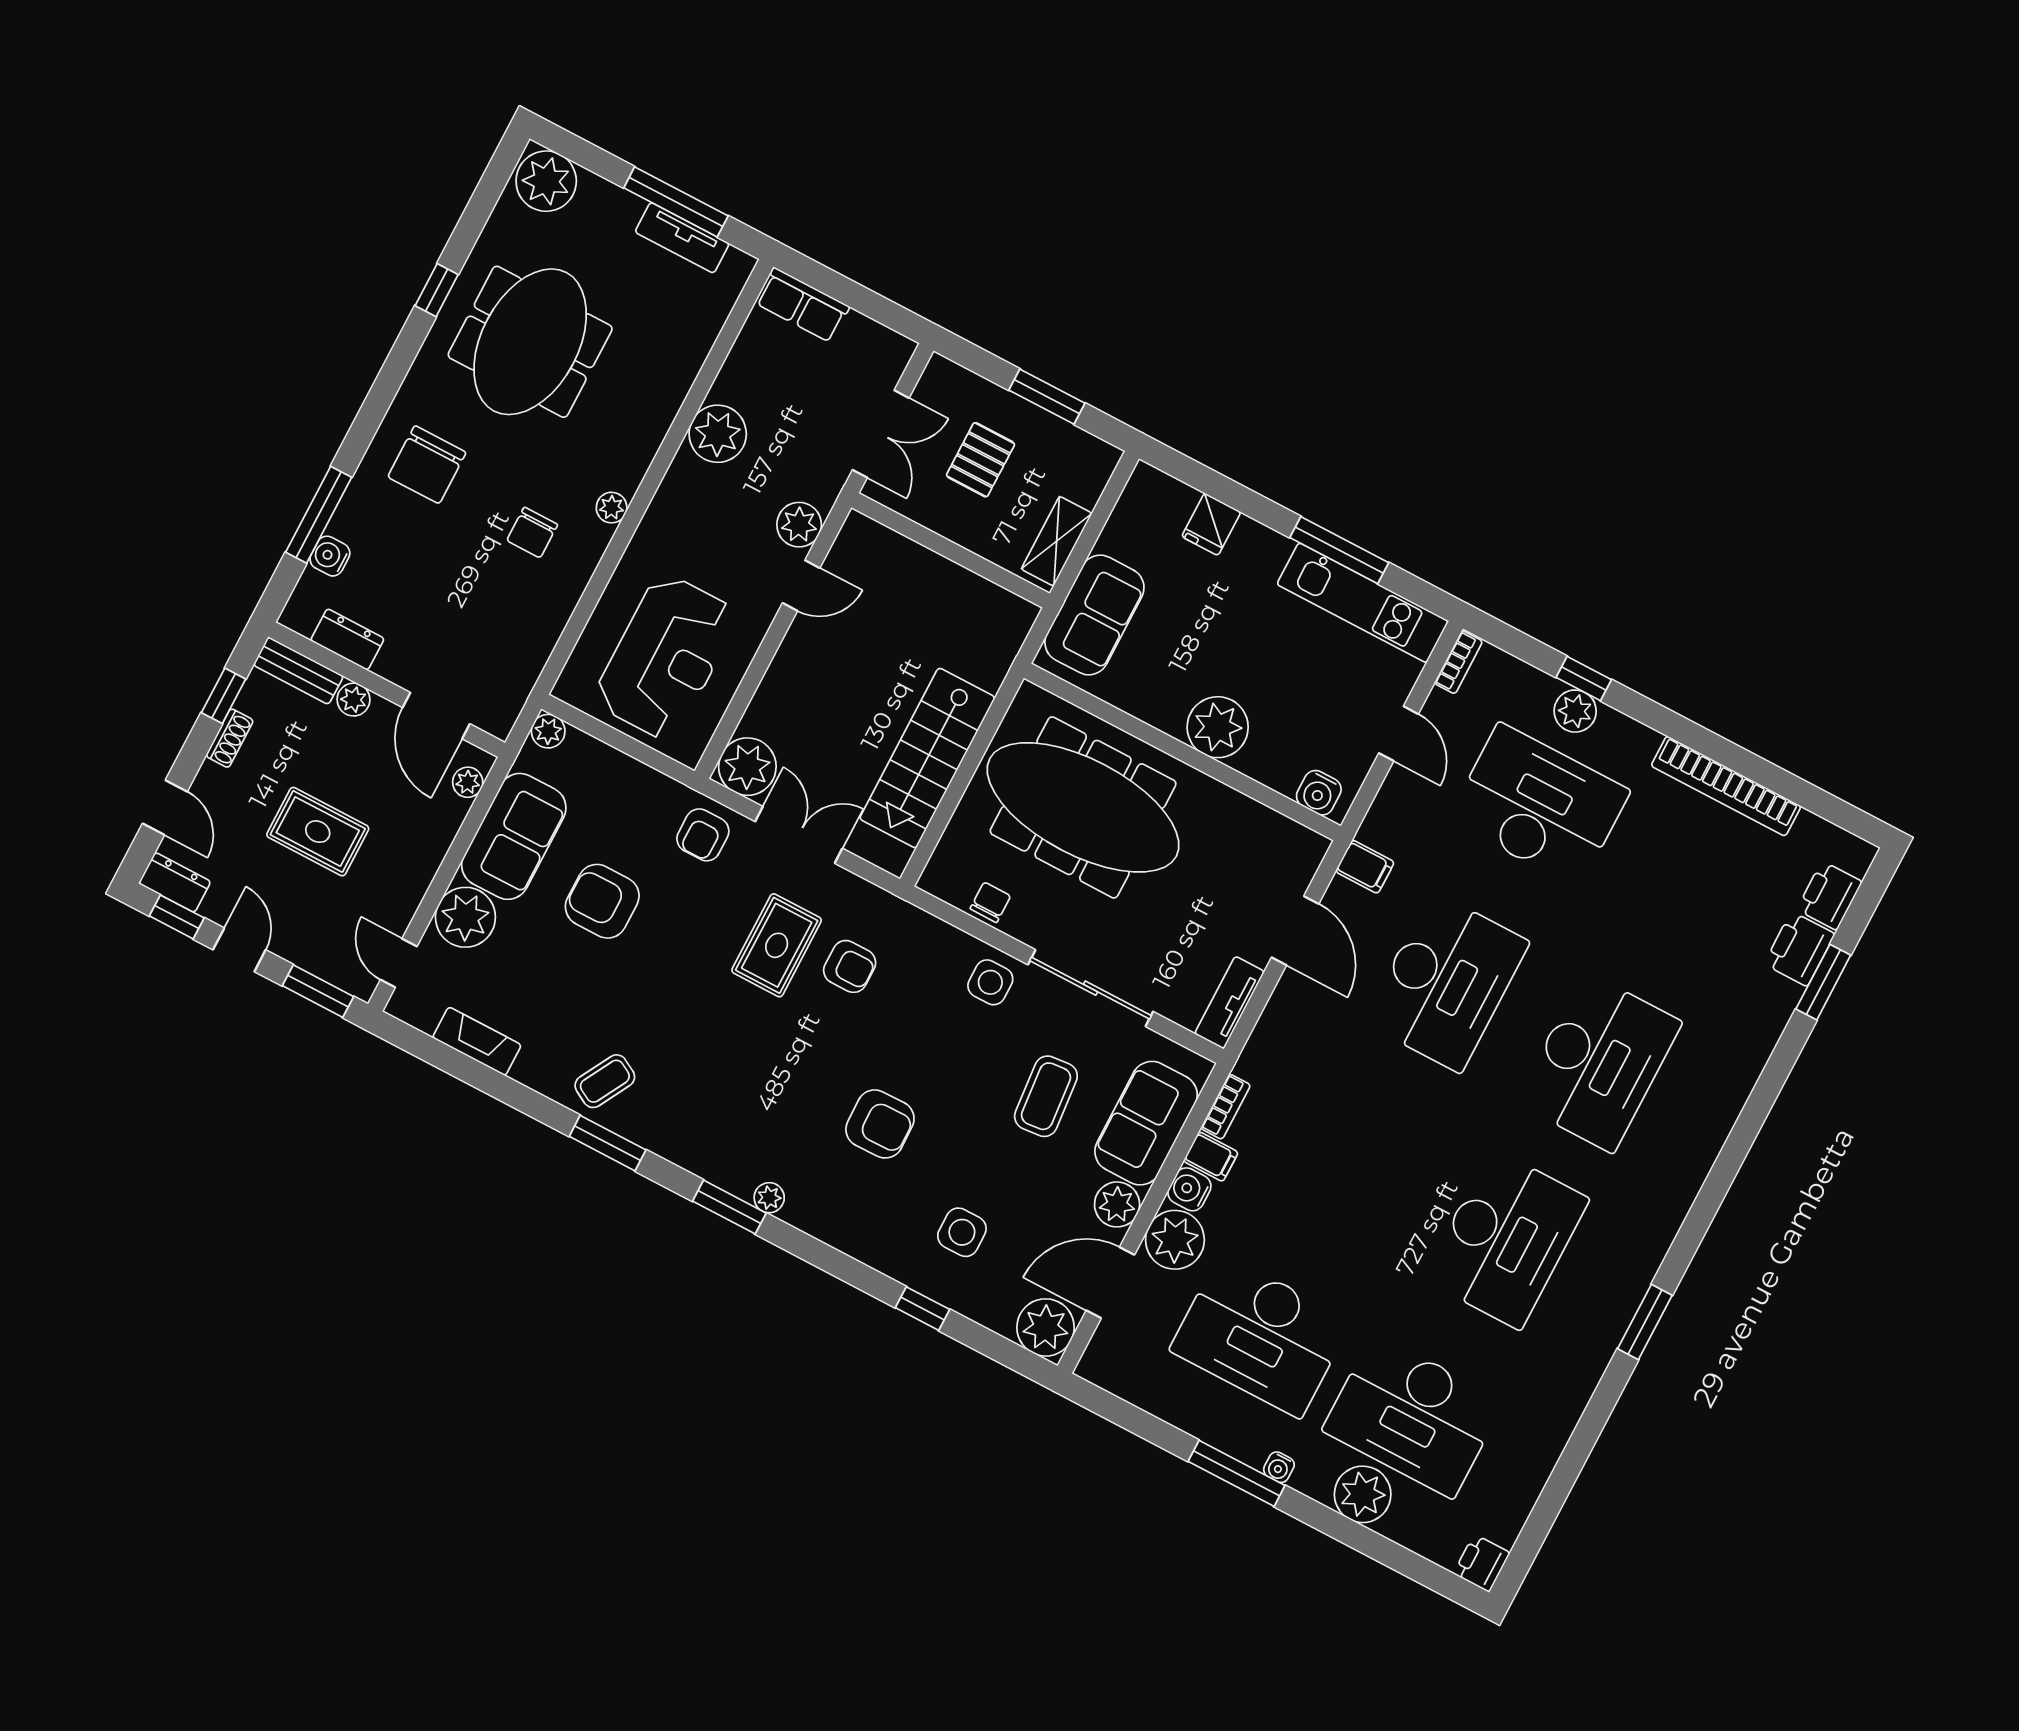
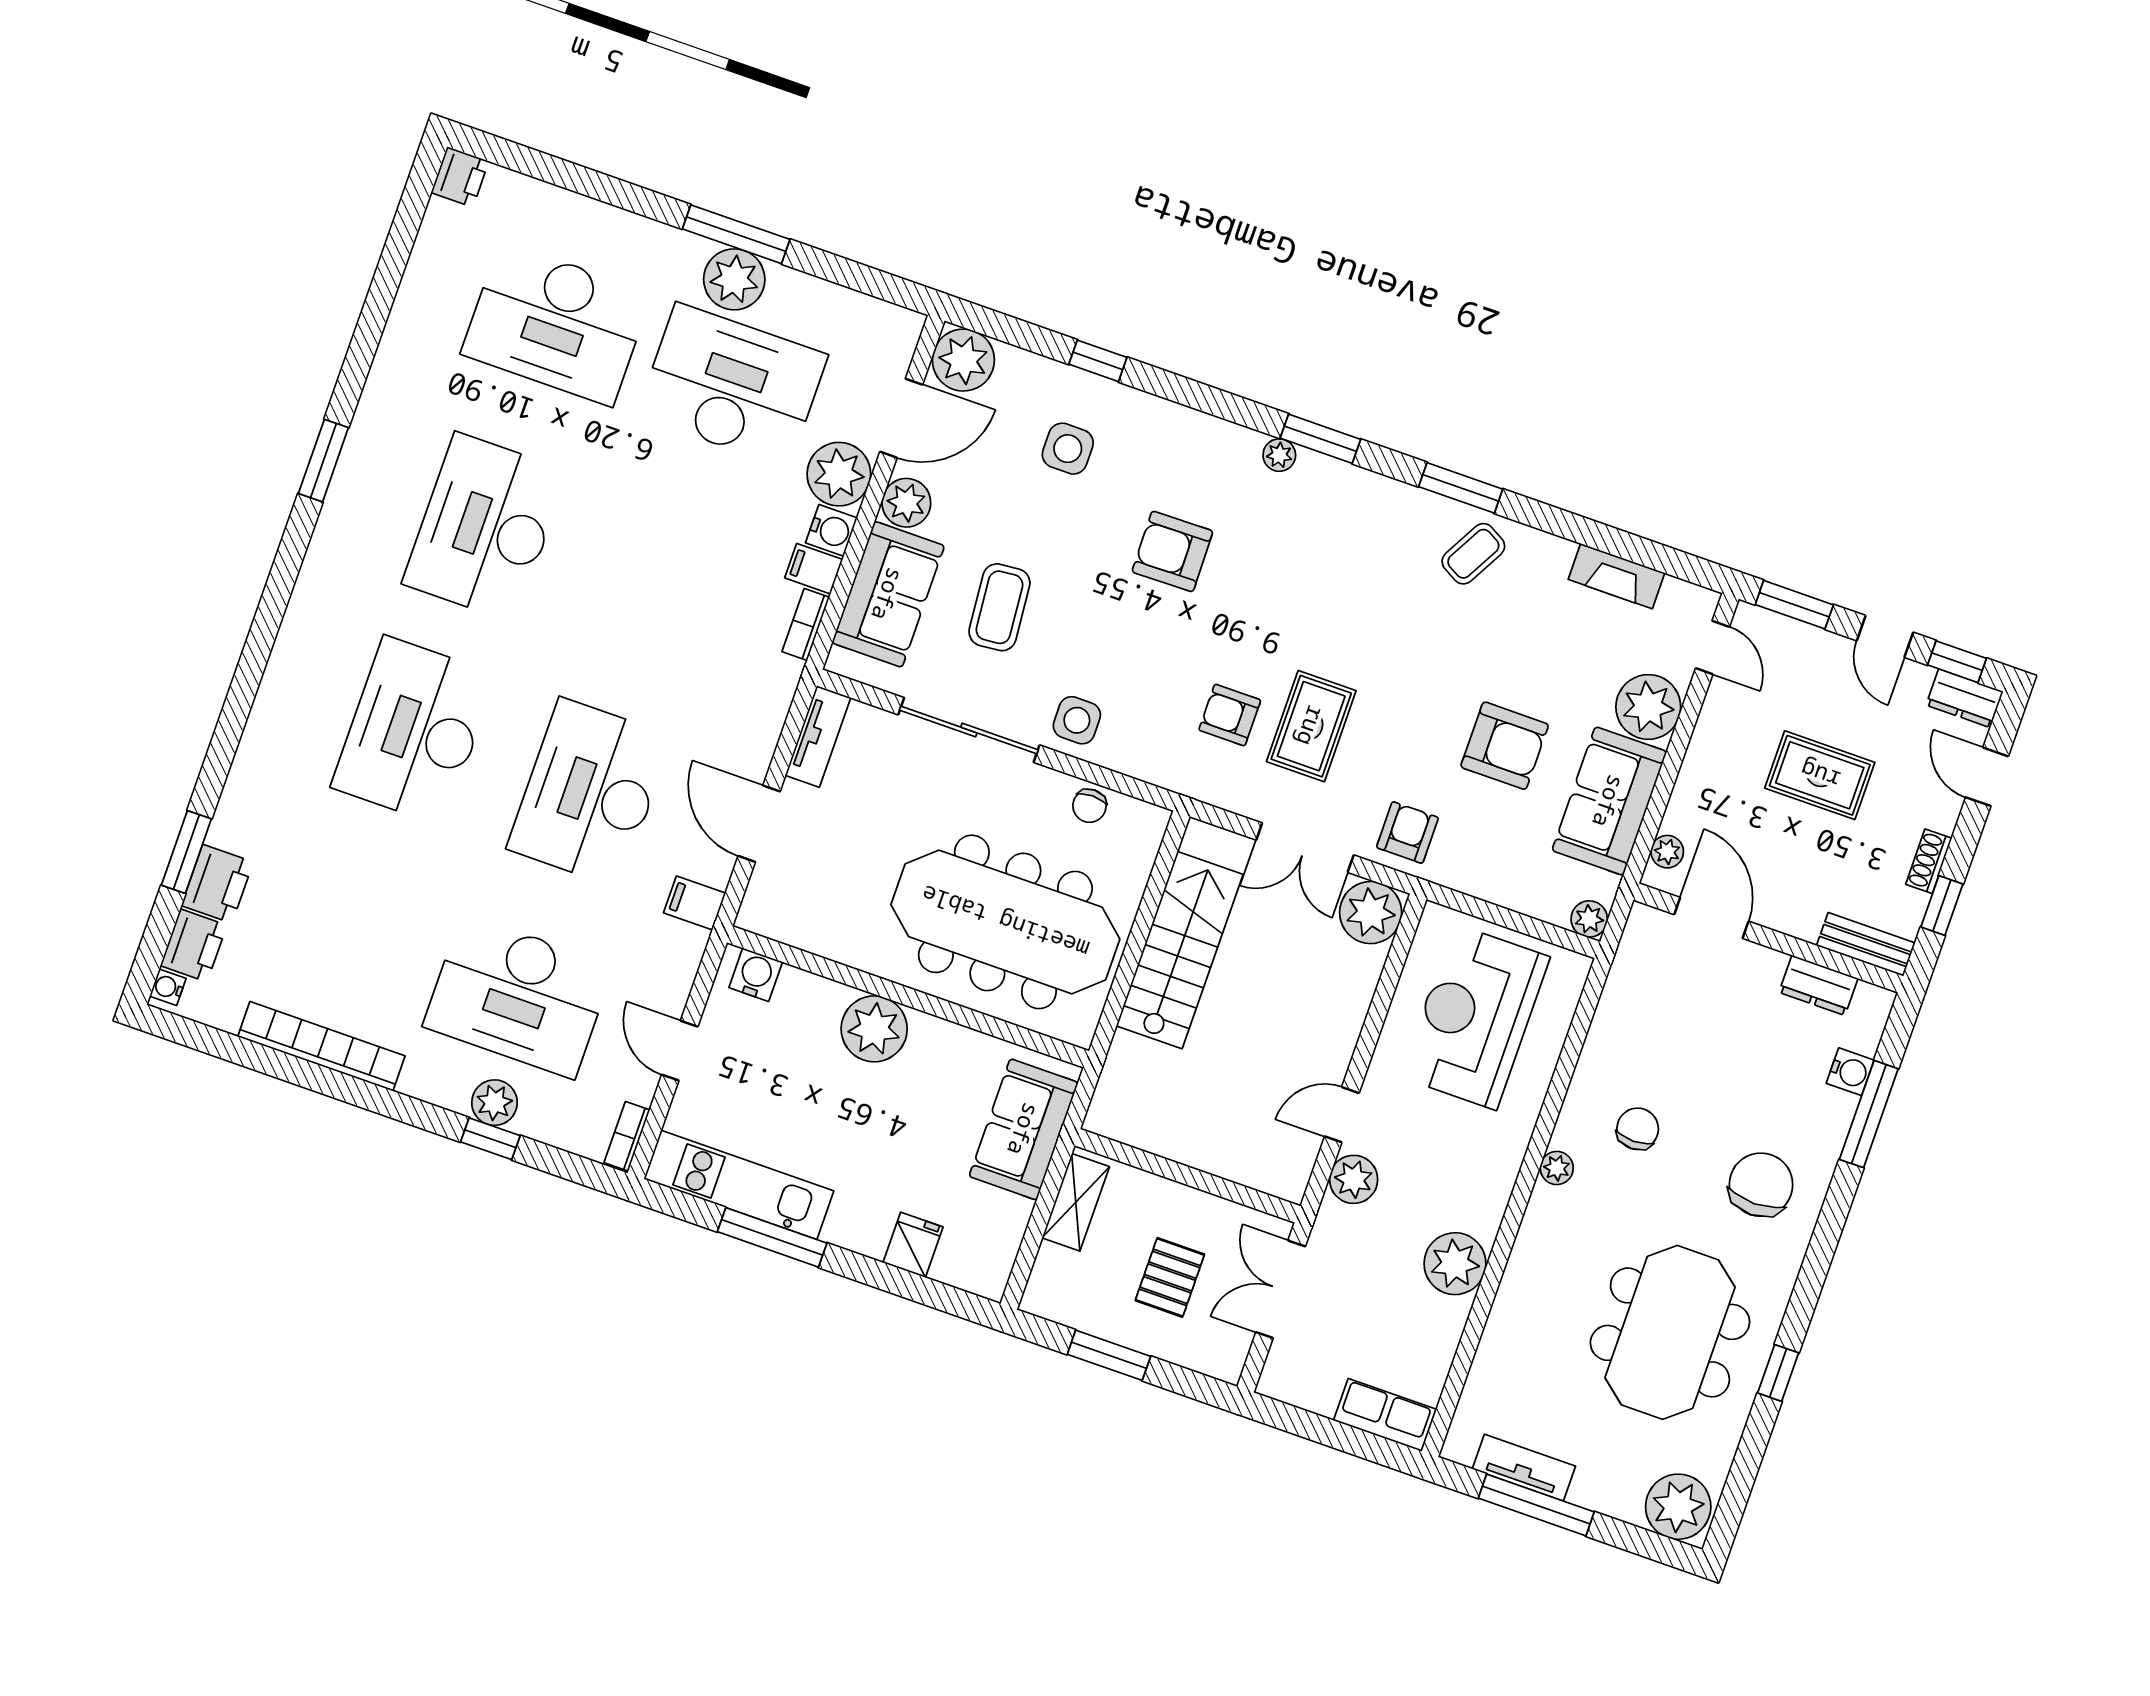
plant: (353, 700) -> (1802, 922), removed
desk: (1413, 1416) -> (556, 324), turned 180
water cooler: (1279, 1467) -> (168, 987), moved, turned -90
plant: (1363, 1494) -> (734, 279), moved

